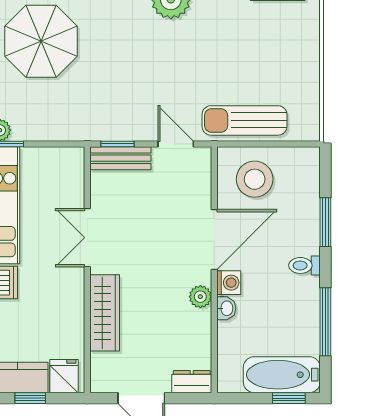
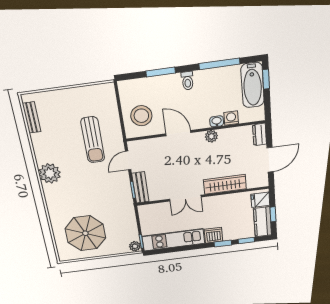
sun lounger: (244, 120) -> (93, 140), moved
door: (214, 239) -> (178, 133), width x0.73
washing machine: (229, 283) -> (231, 118), moved

